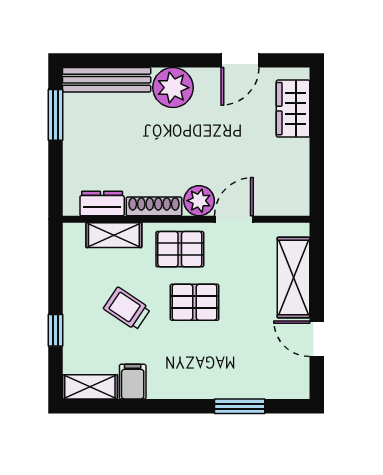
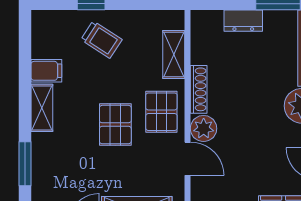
dresser: (102, 203) -> (243, 21), moved, turned 90
trolley: (127, 309) -> (101, 40), moved, turned 89
shelving: (90, 387) -> (42, 108), moved

